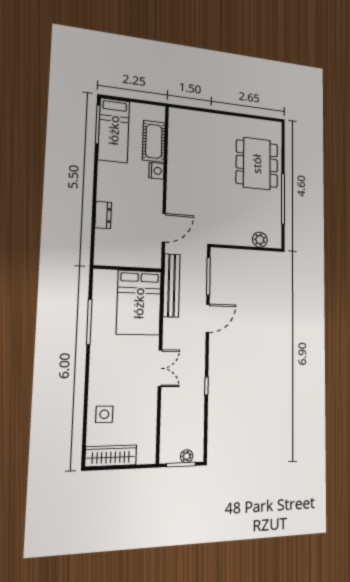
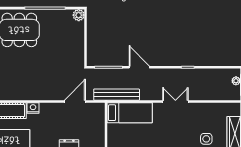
door: (164, 228) -> (75, 101), hinge flipped
plant: (260, 240) -> (79, 15), moved
bed: (139, 303) -> (130, 113), width x0.67

